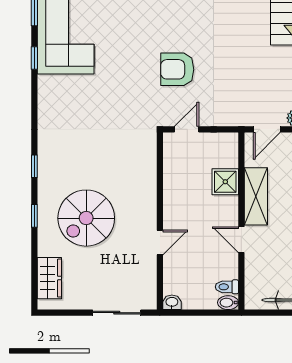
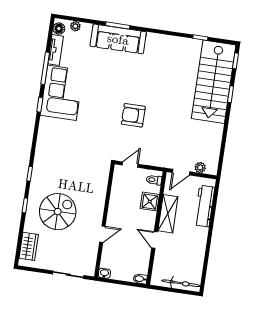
armchair: (177, 69) -> (133, 115), moved
spiral stairs: (86, 218) -> (58, 212), turned 180
toilet: (227, 287) -> (154, 180), moved

